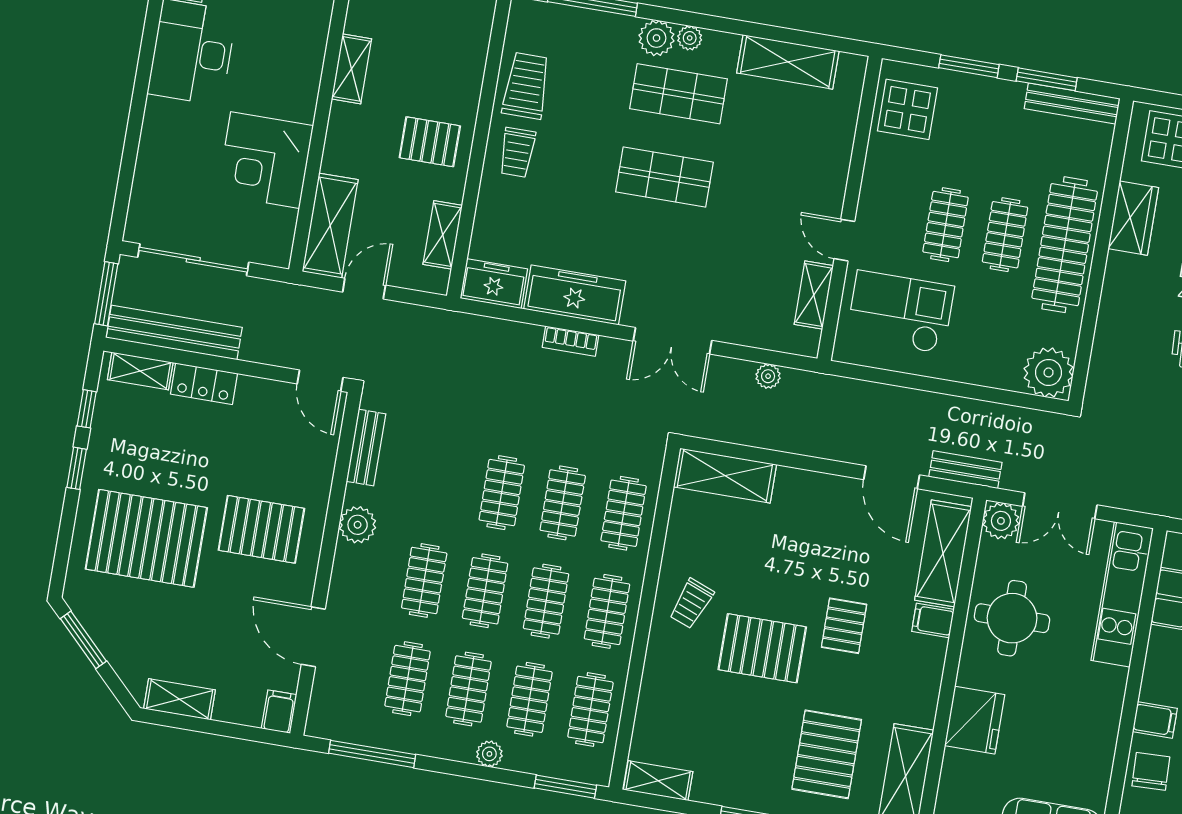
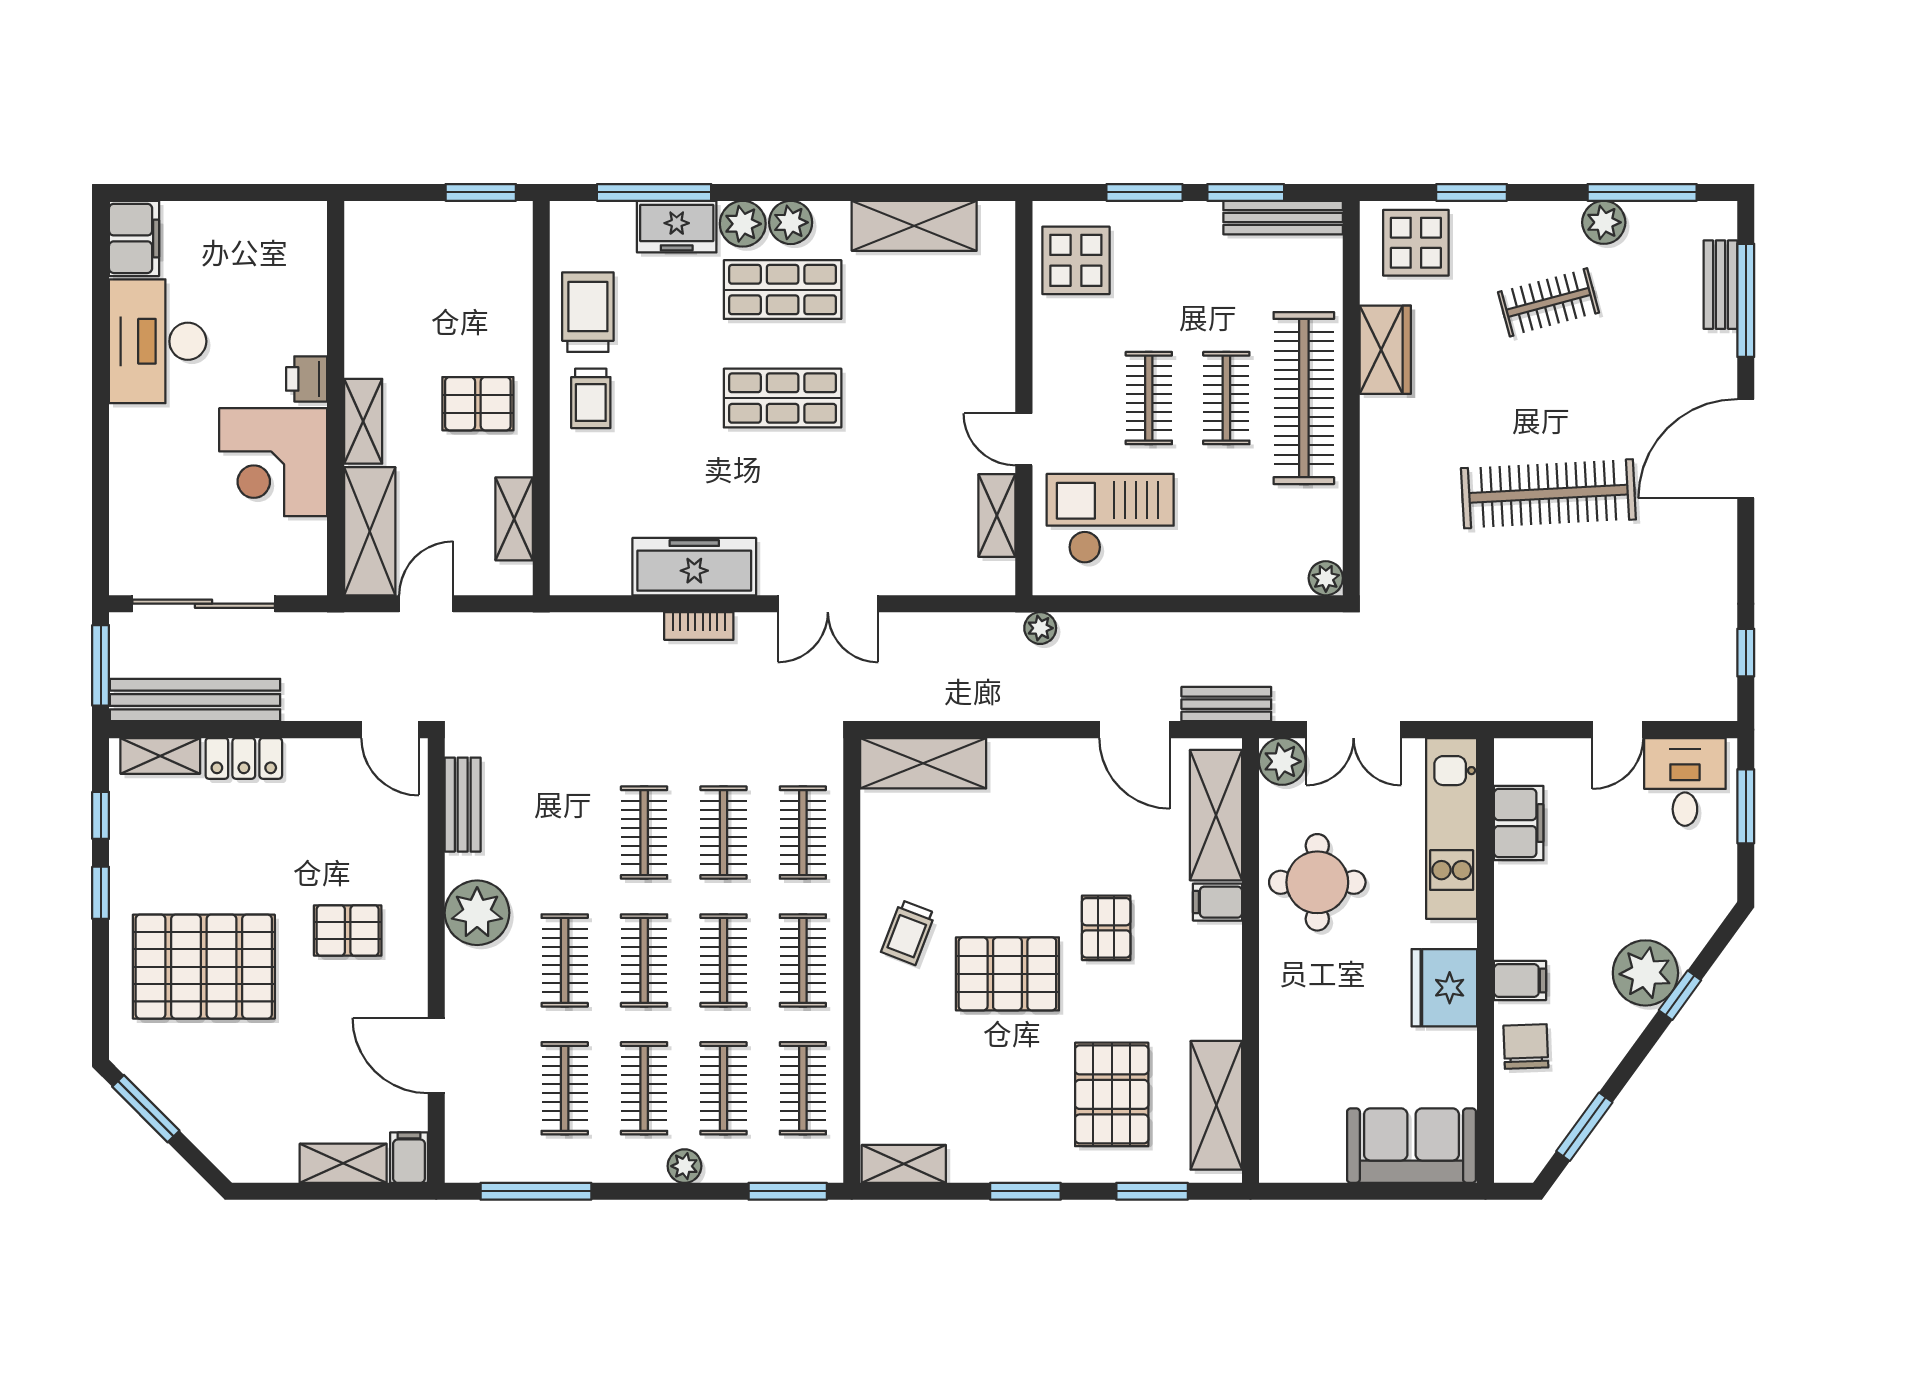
plant: (690, 38) -> (791, 222), width x1.38, depth x1.38
shelving: (351, 69) -> (363, 421), moved
printer: (302, 101) -> (307, 379), added
freezer: (494, 284) -> (677, 227), moved, turned 180
plant: (1049, 372) -> (1326, 578), width x0.53, depth x0.53
plant: (768, 376) -> (1040, 628), moved
plant: (358, 525) -> (477, 913), width x1.36, depth x1.36
pallet: (261, 529) -> (348, 930), width x0.67, depth x0.71
shelving: (180, 699) -> (343, 1163), moved
fridge: (975, 720) -> (1444, 988), moved, turned 180

